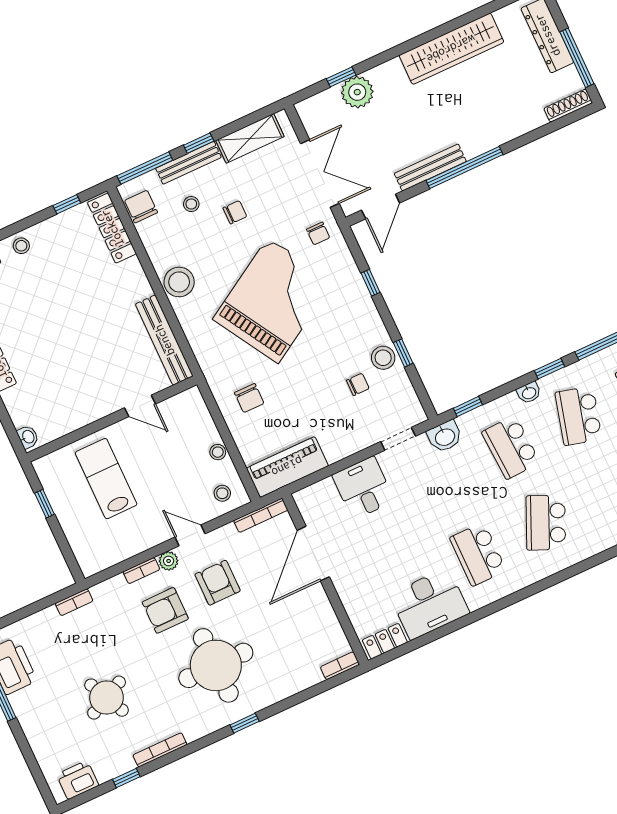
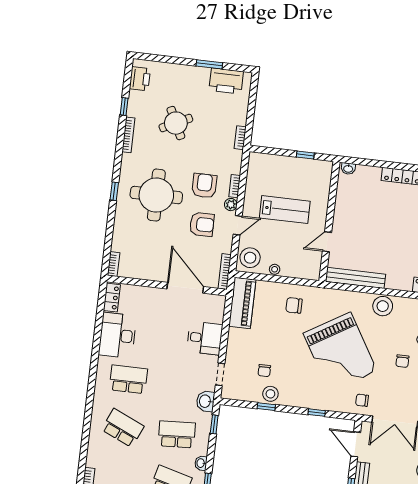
lab bench: (106, 479) -> (285, 210), moved
stool: (222, 493) -> (250, 258), width x1.89, depth x1.89

